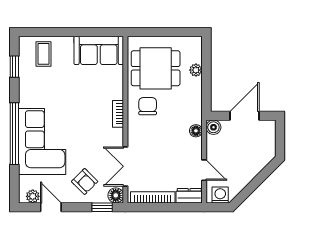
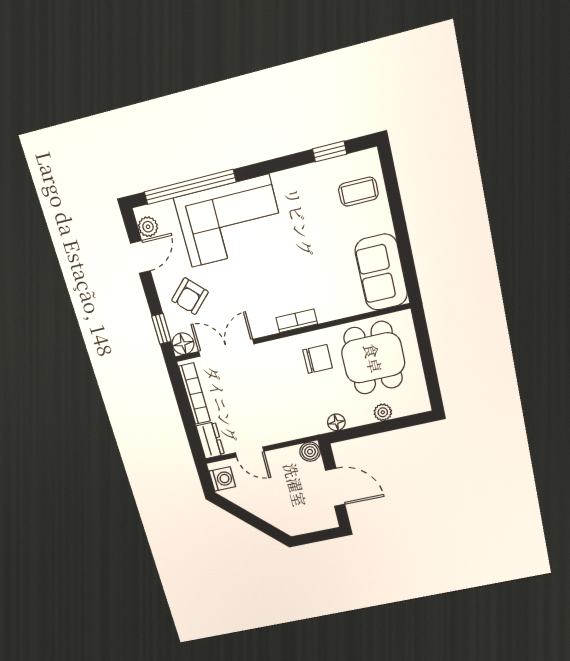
floor lamp: (196, 131) -> (336, 422), moved
window: (14, 134) -> (190, 187), moved
door: (204, 170) -> (250, 452), hinge flipped

